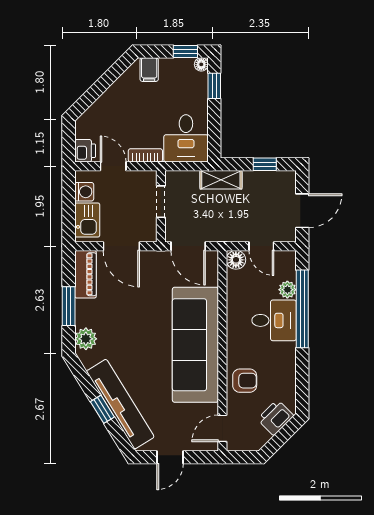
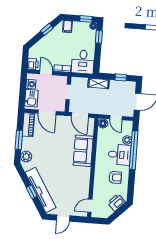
window: (108, 79) -> (47, 29), added
sofa: (195, 345) -> (83, 151), width x0.54, depth x0.79
armchair: (245, 381) -> (115, 177), moved

